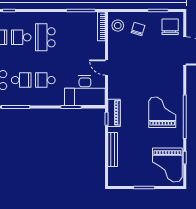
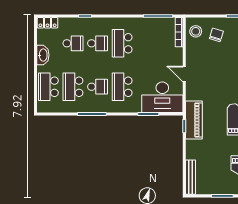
school desk: (21, 37) -> (98, 43), turned 180
school desk: (45, 80) -> (122, 87), width x1.85
piano: (114, 113) -> (194, 120), width x1.37, depth x1.33
bench: (113, 150) -> (190, 177), moved

